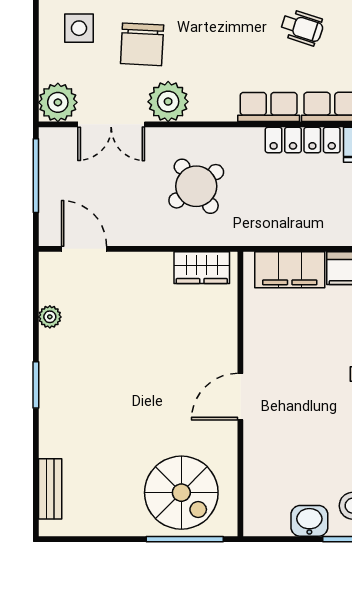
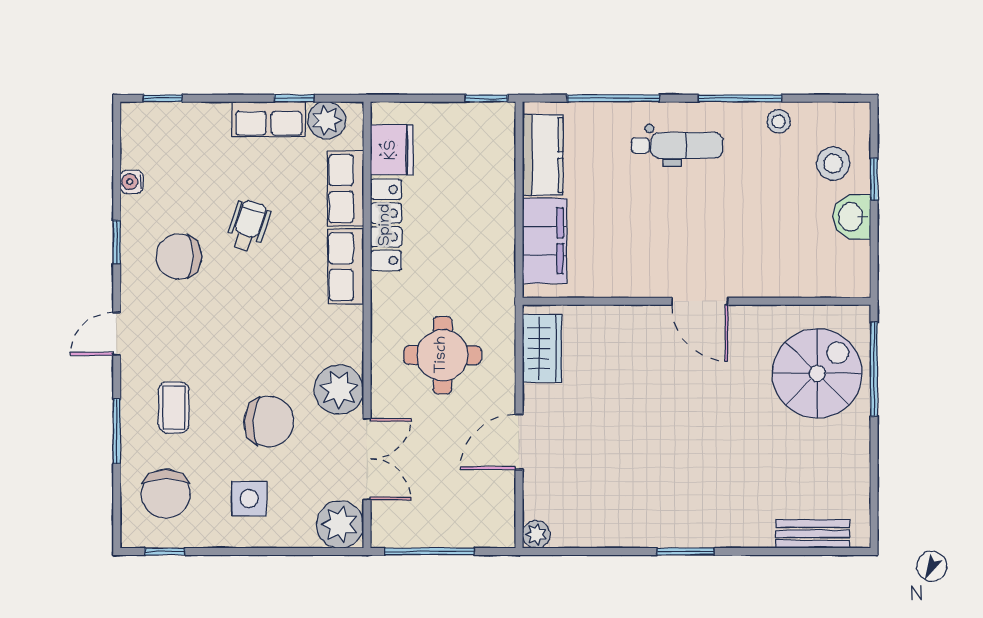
round table: (196, 186) -> (442, 355), turned 36
door: (84, 249) -> (519, 442), moved
plant: (50, 317) -> (536, 534), moved

